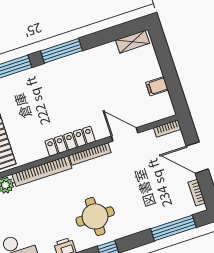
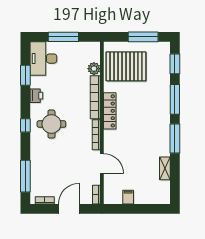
shelving: (133, 42) -> (165, 168), moved
door: (125, 134) -> (102, 163), hinge flipped
locker: (70, 141) -> (110, 111), moved

